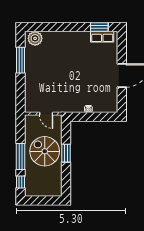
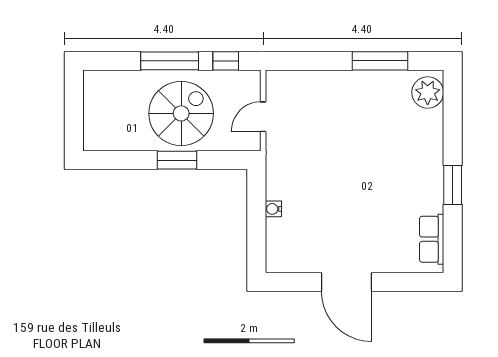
window: (99, 27) -> (453, 185), moved
window: (21, 182) -> (226, 61), moved

